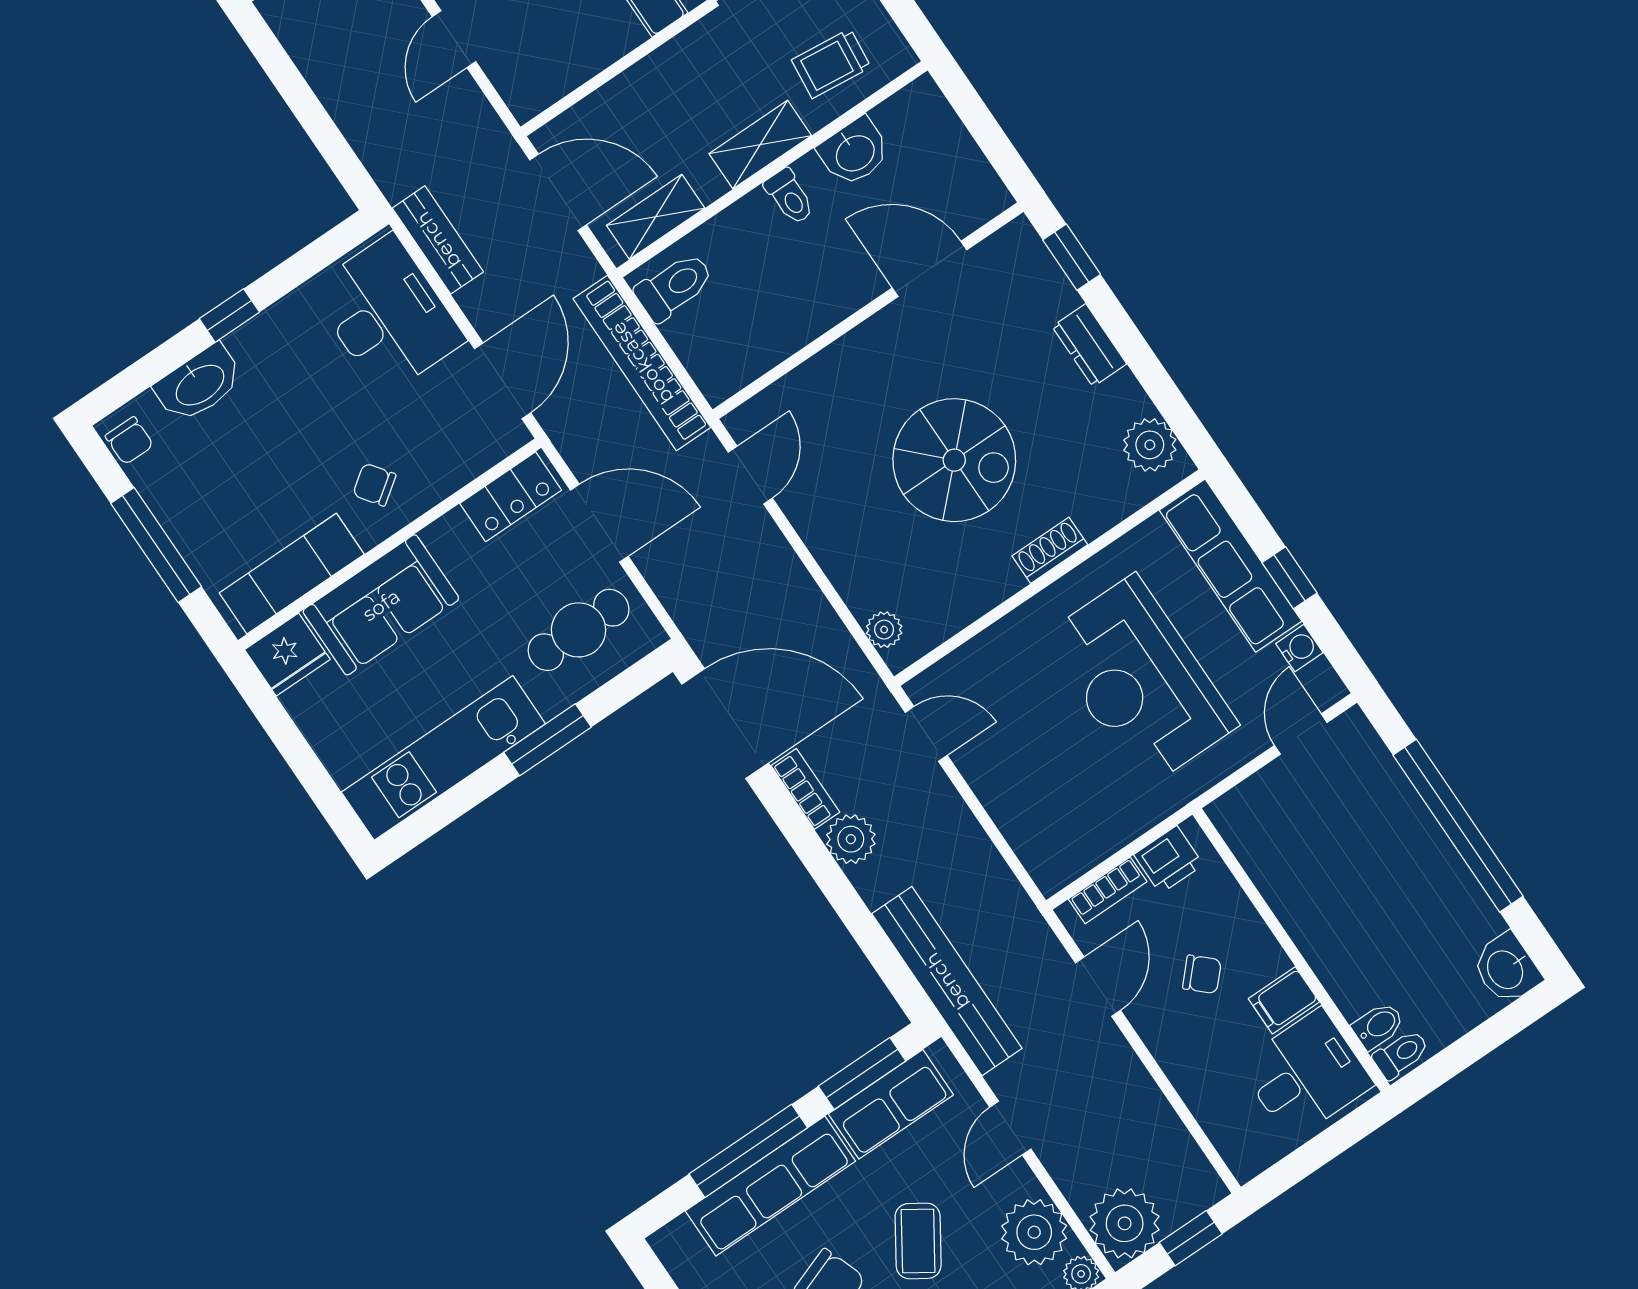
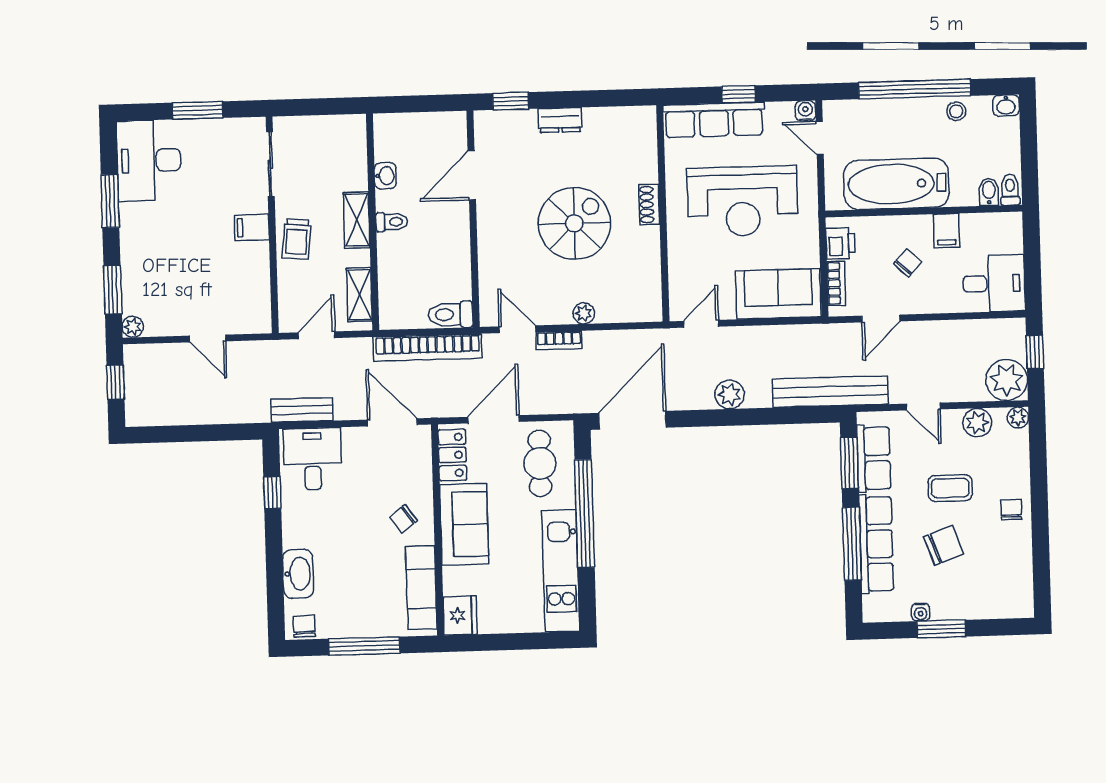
trolley: (831, 64) -> (297, 239), moved
washbasin: (854, 152) -> (385, 176), width x0.72, depth x0.69
door: (558, 192) -> (317, 335), width x0.73
toilet: (674, 287) -> (451, 315), moved, turned -90
window: (229, 315) -> (272, 493), moved
desk: (387, 315) -> (313, 459), width x0.73
chair: (129, 441) -> (304, 626), turned -91
plant: (1150, 445) -> (629, 122), removed
sofa: (381, 605) -> (464, 524), moved
plant: (884, 630) -> (584, 313), moved
water cooler: (1299, 648) -> (805, 111), moved
window: (547, 740) -> (585, 513), width x2.11
bookcase: (805, 789) -> (559, 340), moved, turned 180
sofa: (1039, 817) -> (778, 294), added
bathtub: (1305, 886) -> (896, 184), added
stool: (1464, 905) -> (956, 111), added
washbasin: (1506, 969) -> (1006, 105), width x0.72, depth x0.69
door: (1098, 987) -> (881, 318), swing flipped
desk: (1306, 1074) -> (994, 283), moved, turned 90
plant: (1034, 1232) -> (977, 423), width x0.73, depth x0.73
coffee table: (918, 1241) -> (950, 488), turned -33

